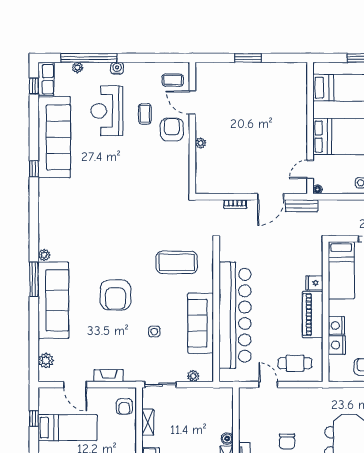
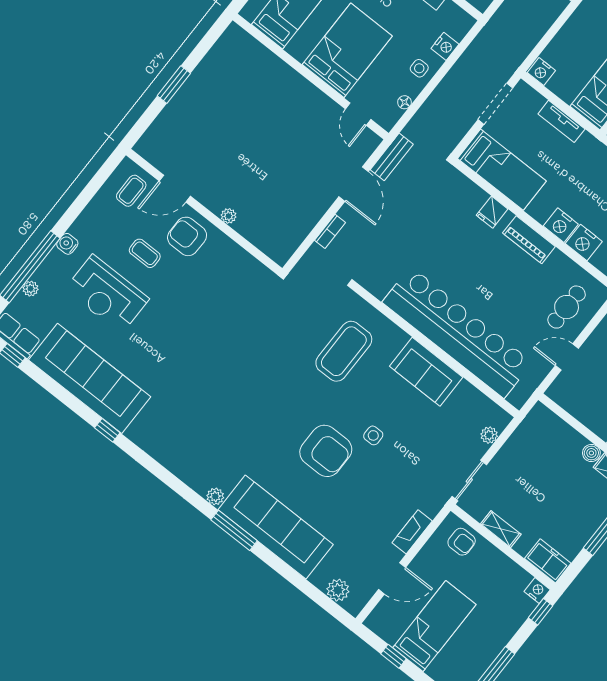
floor lamp: (318, 189) -> (404, 102), moved
piano: (313, 314) -> (529, 240), width x0.73, depth x0.75
sofa: (201, 323) -> (426, 372), width x0.73
side table: (154, 331) -> (373, 435), moved

